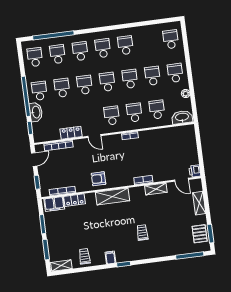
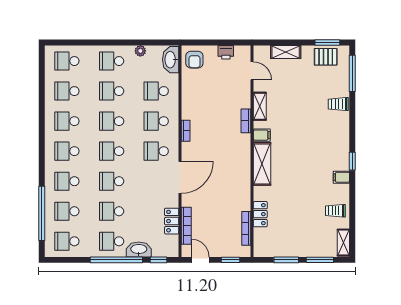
school desk: (148, 42) -> (67, 91), added
locker: (71, 133) -> (172, 221), moved
door: (94, 136) -> (180, 177), width x1.88
printer: (195, 171) -> (226, 52), moved
armchair: (98, 179) -> (194, 60), moved
door: (182, 180) -> (252, 71), hinge flipped
filing cabinet: (54, 204) -> (262, 135), moved, width x0.50
trolley: (142, 233) -> (338, 104), moved

